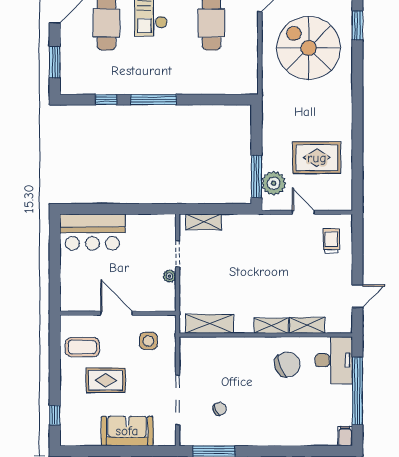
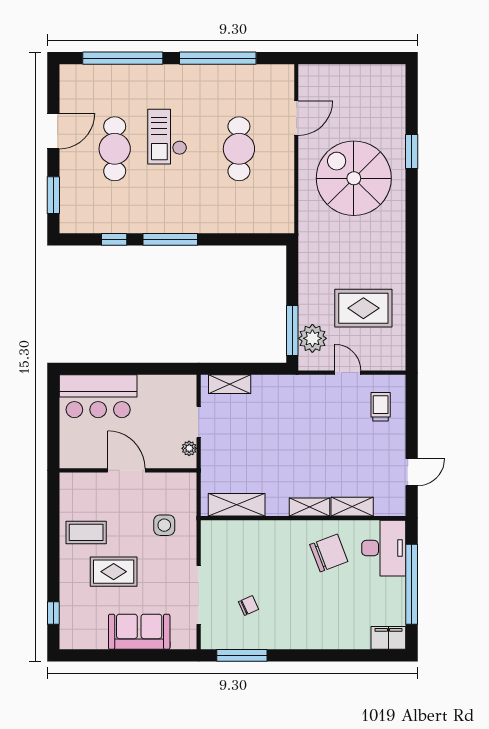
door: (116, 313) -> (126, 470), moved
wall: (118, 313) -> (128, 470), moved
filing cabinet: (345, 436) -> (388, 638), width x2.00

